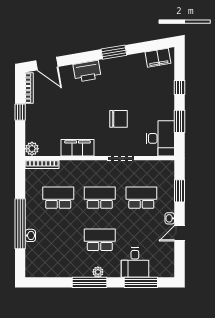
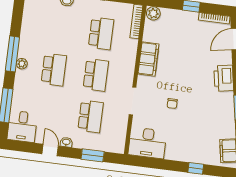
chair: (118, 119) -> (172, 103), width x0.54, depth x0.54
window: (179, 121) -> (162, 164), removed
desk: (135, 263) -> (22, 126), moved, turned -90

